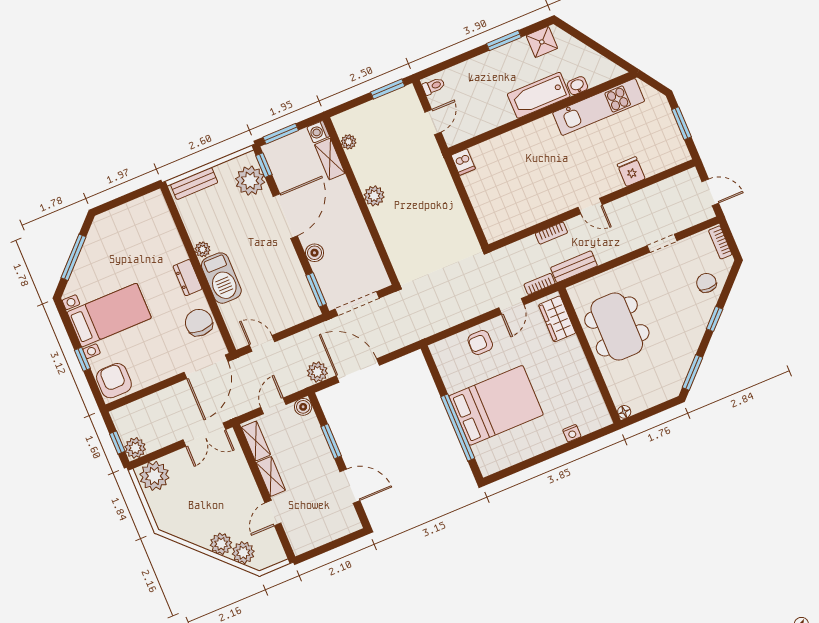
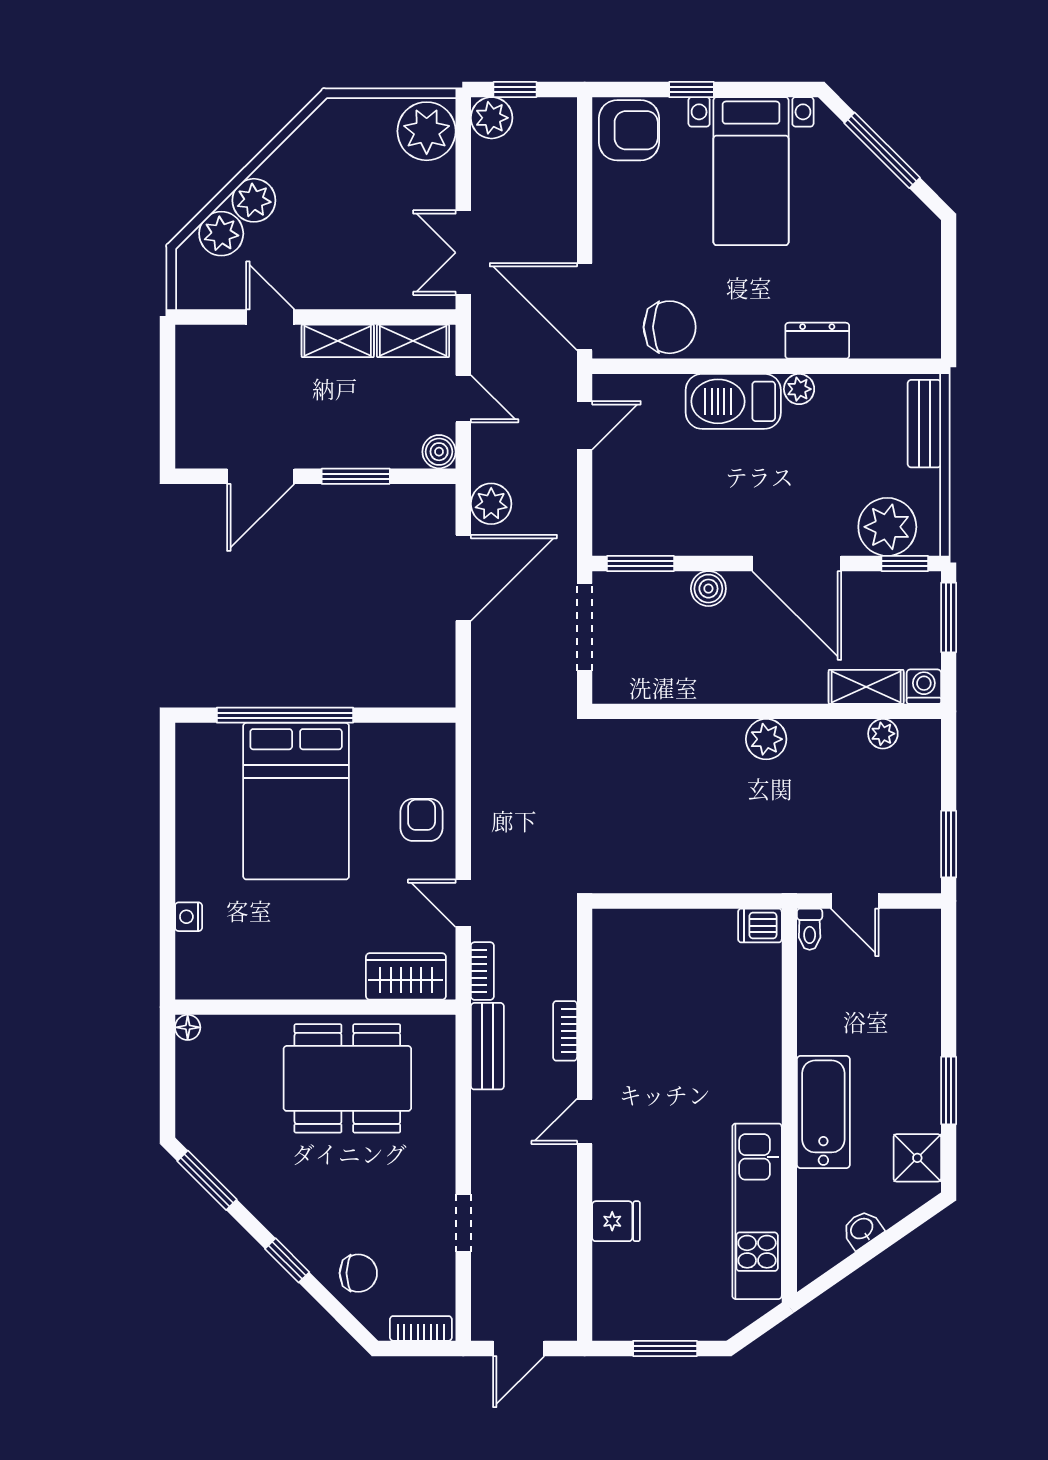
toilet: (434, 86) -> (810, 929), moved
washbasin: (577, 86) -> (862, 1229), moved, turned -125
dresser: (187, 278) -> (817, 341), moved

